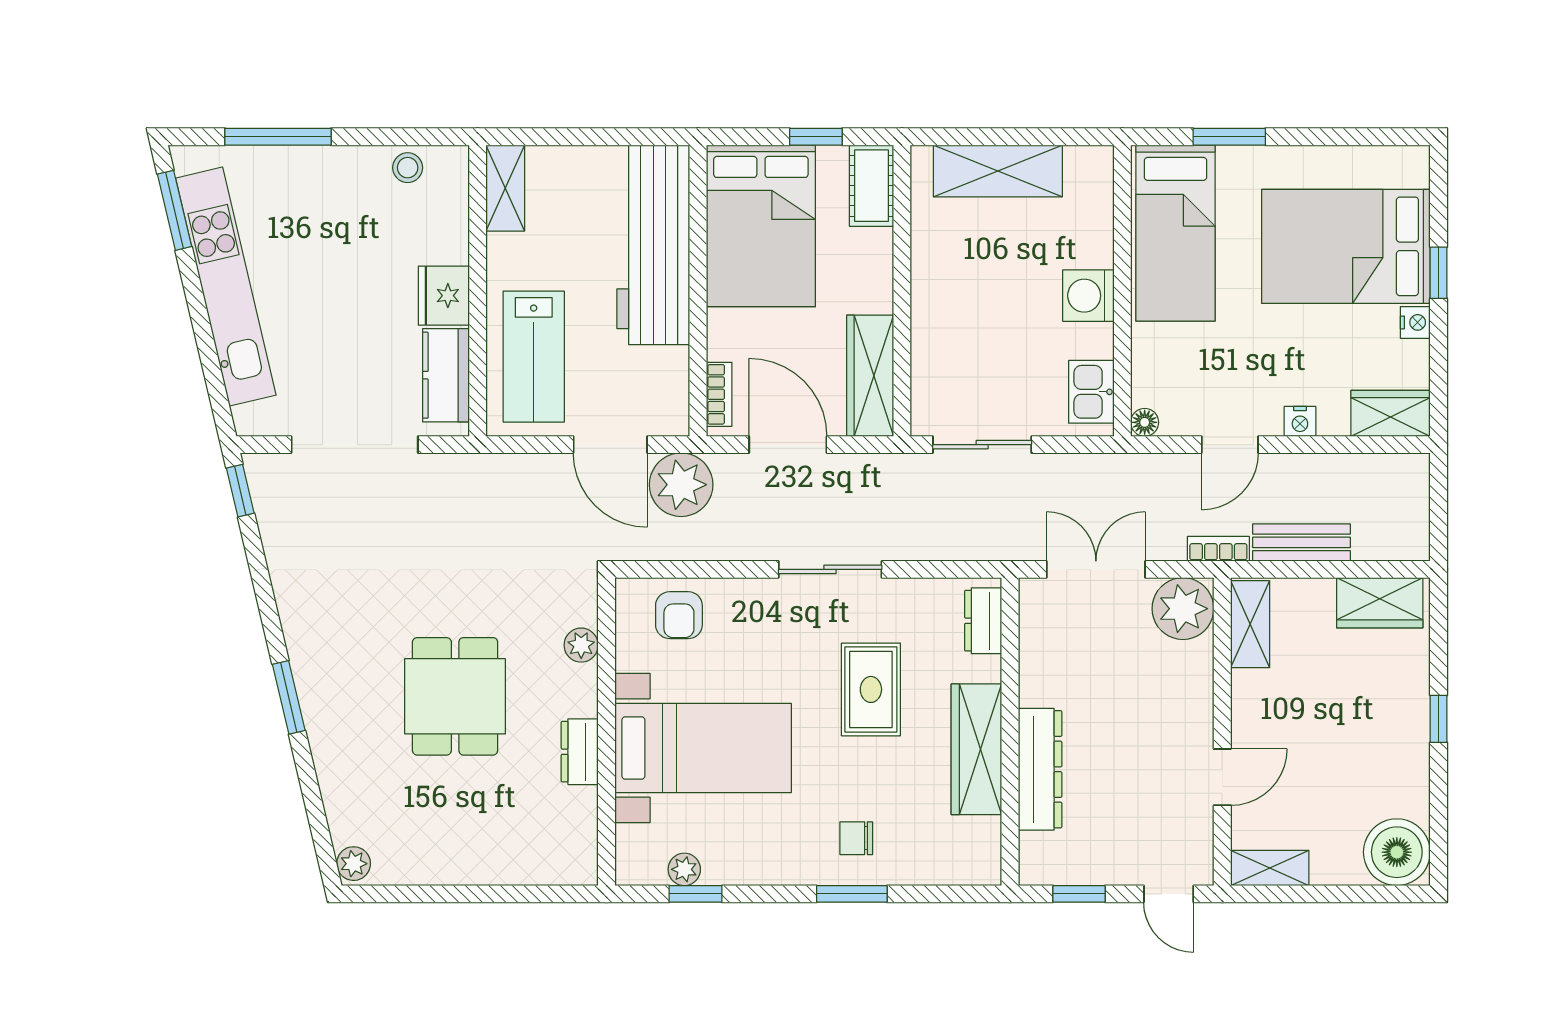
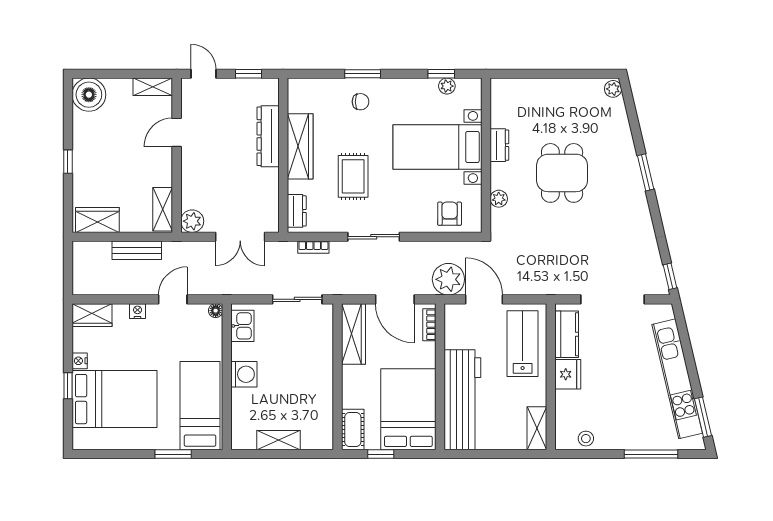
shelving: (998, 171) -> (279, 440), width x0.67, depth x0.75
bookcase: (1218, 549) -> (313, 247), moved
plant: (1183, 609) -> (192, 221), width x0.73, depth x0.73

